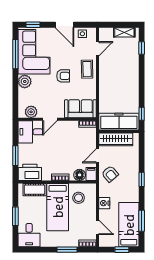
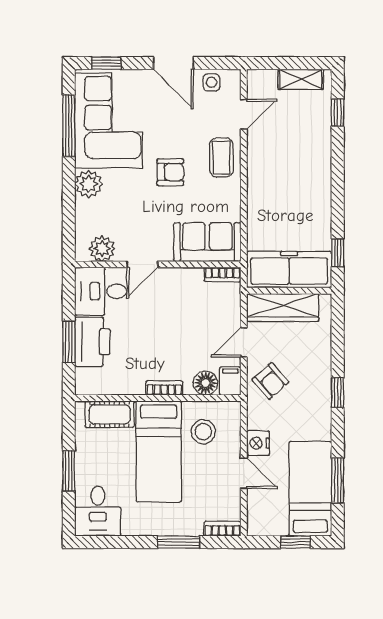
printer: (30, 172) -> (92, 342), moved, turned 90
door: (98, 227) -> (244, 473), moved

